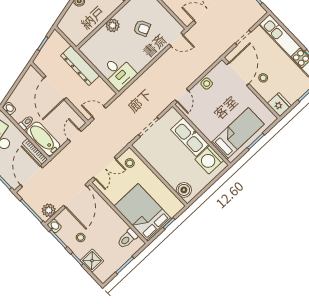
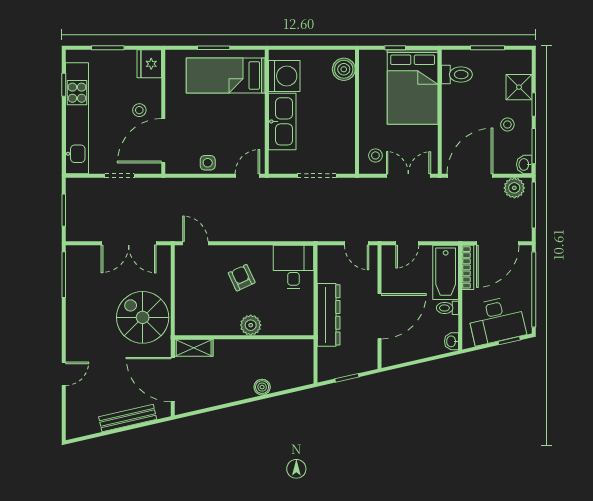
armchair: (142, 28) -> (242, 278), moved

